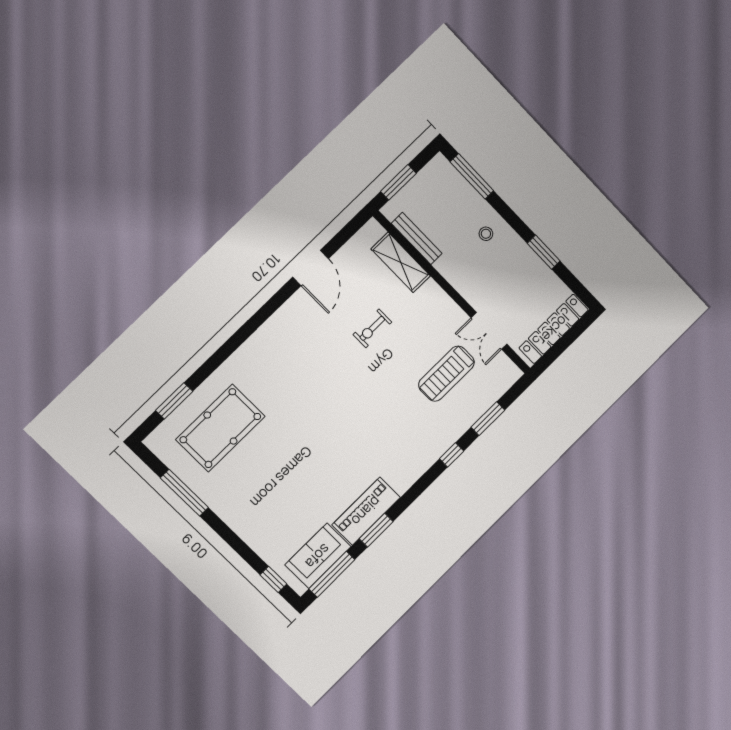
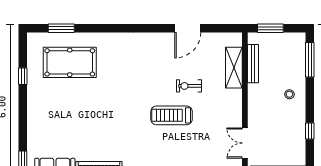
window: (544, 252) -> (310, 131), width x0.67
treadmill: (447, 374) -> (172, 115), moved
window: (184, 493) -> (23, 76), width x0.46

